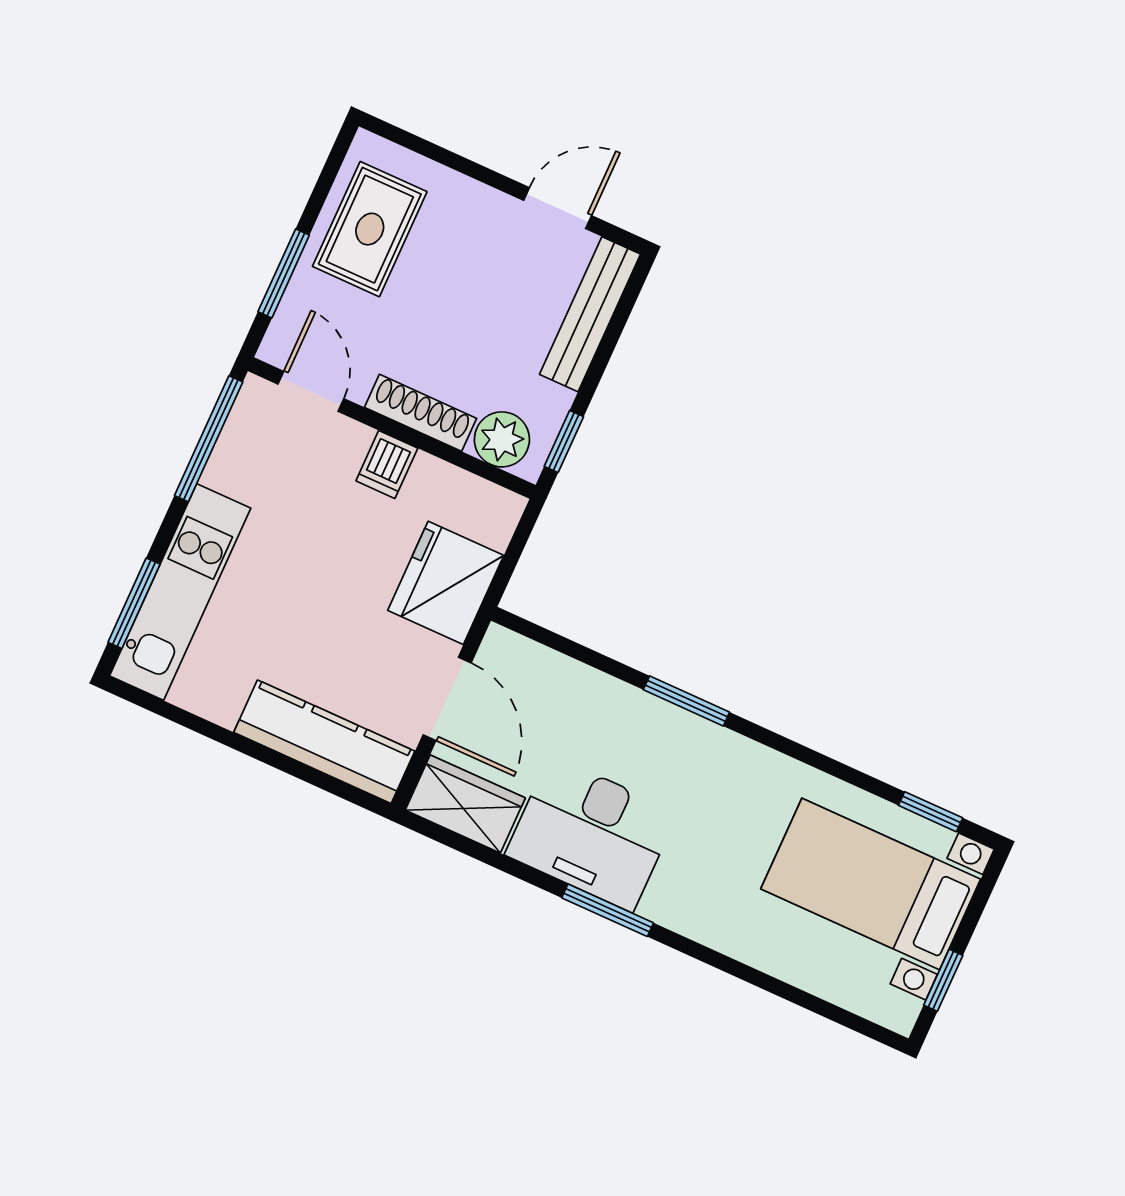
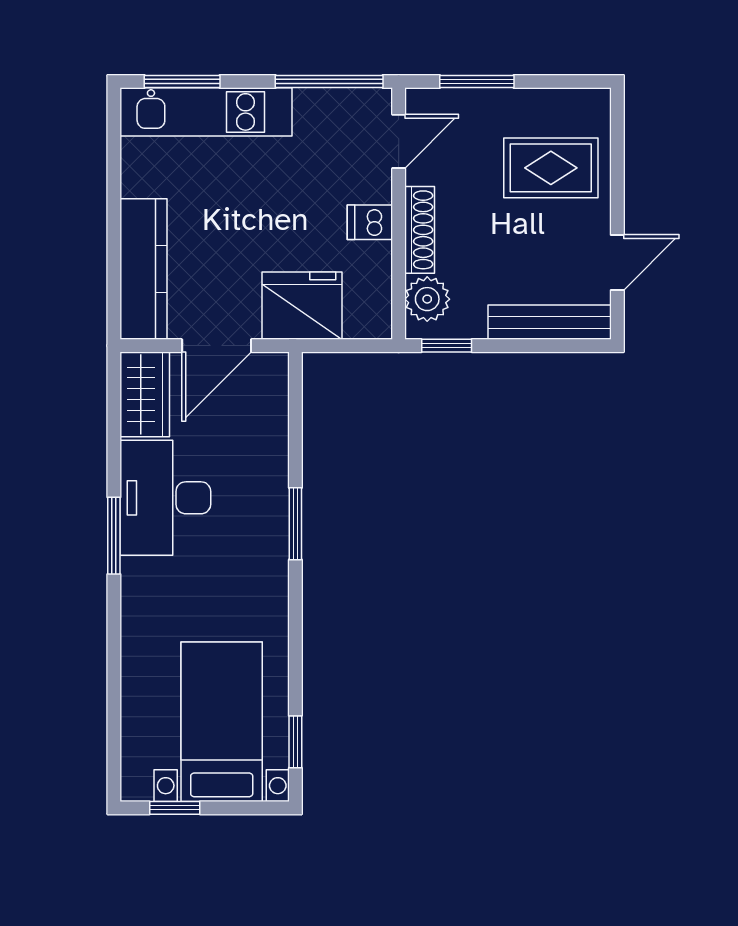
door: (558, 208) -> (617, 263), hinge flipped
rug: (370, 229) -> (551, 168), moved

